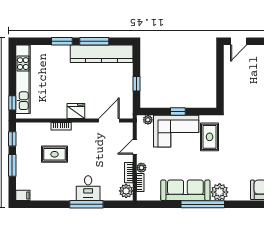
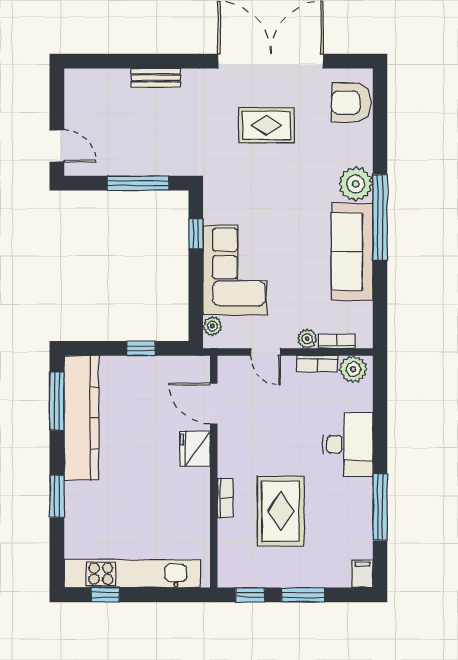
window: (94, 41) -> (57, 401), moved
window: (220, 82) -> (138, 183), added
window: (12, 103) -> (105, 595), moved
fridge: (76, 111) -> (195, 449), moved
window: (178, 111) -> (196, 234), moved
rug: (210, 137) -> (266, 125), moved
rug: (54, 154) -> (281, 511), width x1.36, depth x1.43
desk: (88, 188) -> (348, 444), width x1.37
window: (86, 204) -> (380, 507), moved

